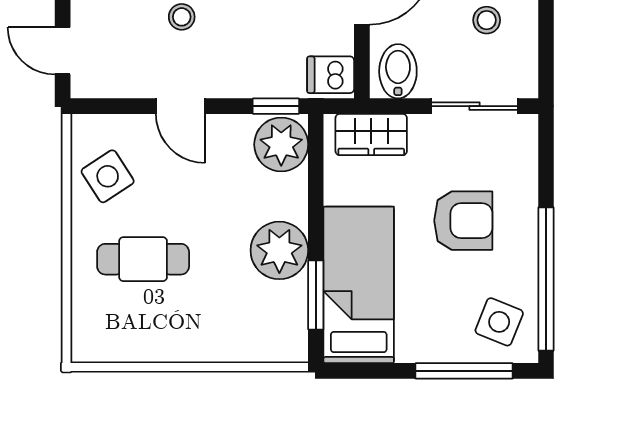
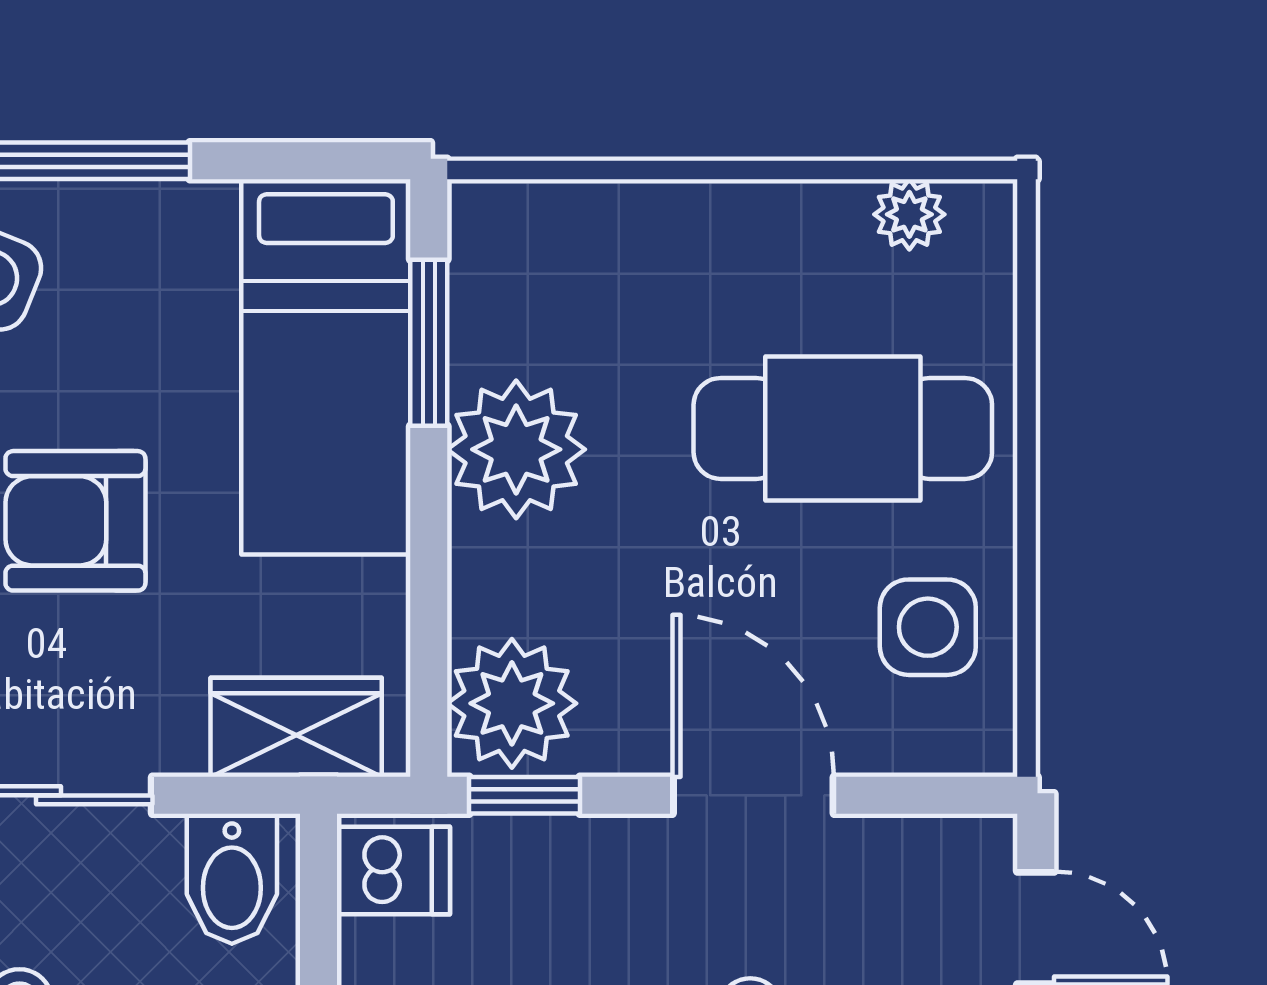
door: (180, 106) -> (753, 795), width x1.38
side table: (108, 176) -> (928, 627), turned 33
cafe table: (143, 259) -> (843, 428), width x1.37, depth x1.35
plant: (115, 349) -> (909, 214), added

